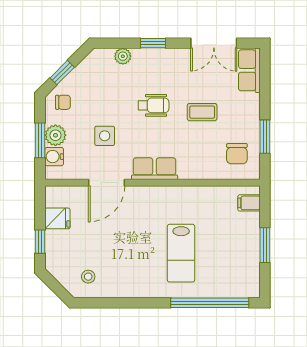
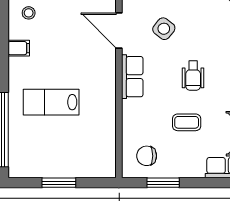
coffee table: (202, 112) -> (187, 122), turned 90
side table: (105, 136) -> (164, 29), turned 38
filing cabinet: (249, 203) -> (19, 48), moved, turned 90

